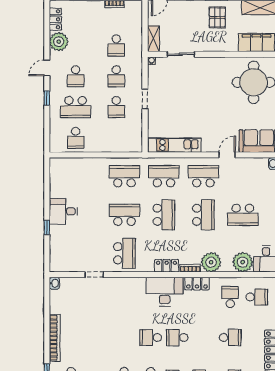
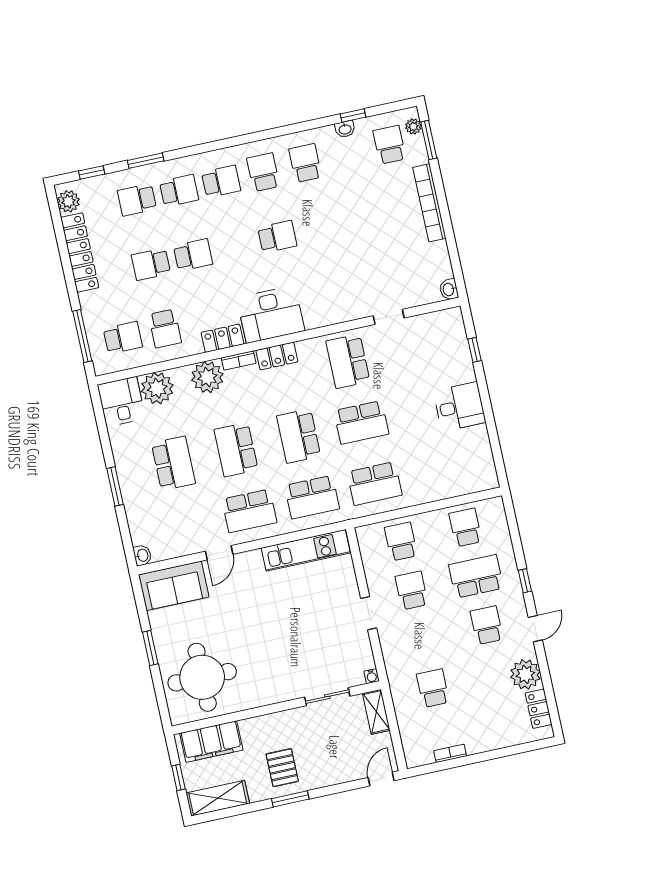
school desk: (116, 76) -> (401, 542), moved
school desk: (243, 215) -> (173, 463), turned 90
window: (47, 227) -> (475, 350), moved
school desk: (257, 297) -> (123, 338), turned 180
school desk: (177, 338) -> (193, 255), moved

